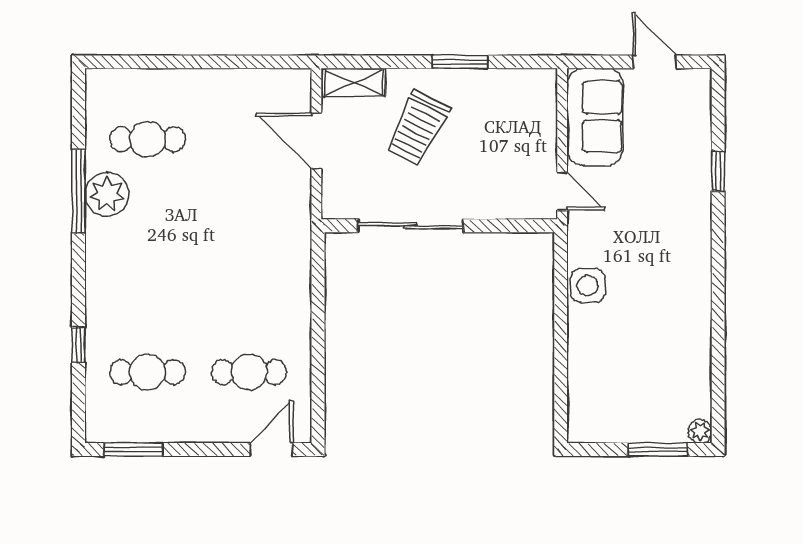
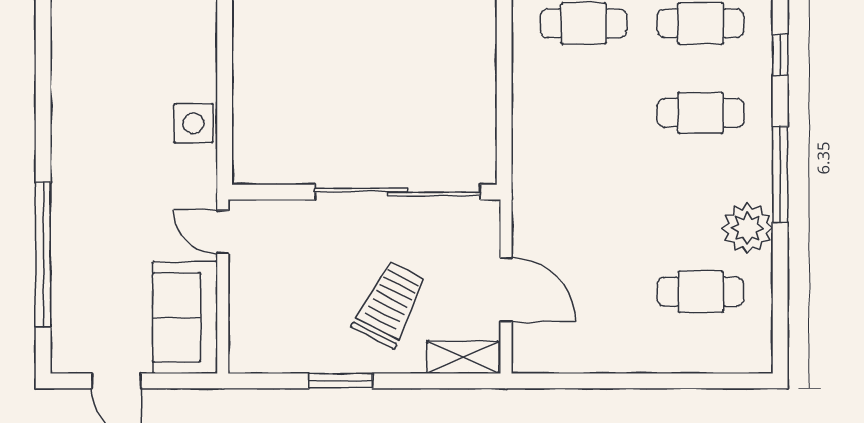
window: (718, 171) -> (43, 255), width x3.17
window: (79, 191) -> (780, 174), moved
sliding door: (411, 226) -> (397, 192), width x1.36
cafe table: (148, 295) -> (701, 113), added

